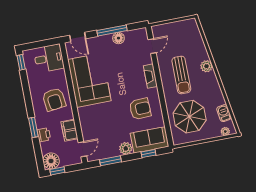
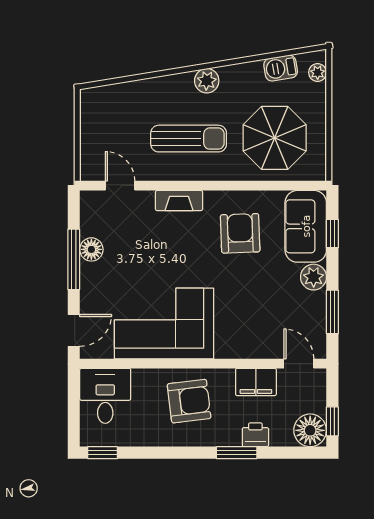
plant: (207, 66) -> (207, 81), moved

